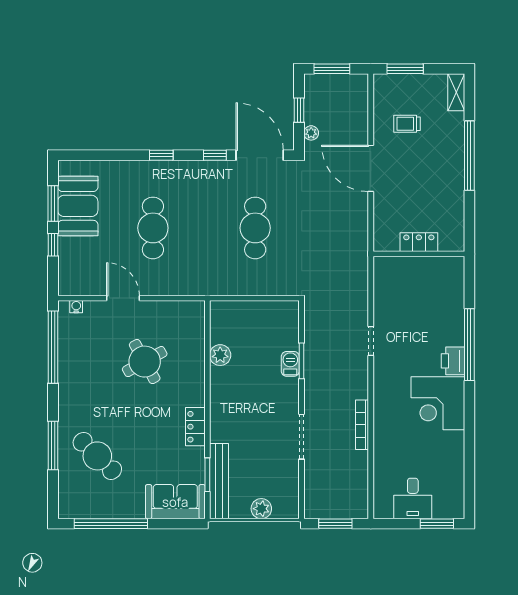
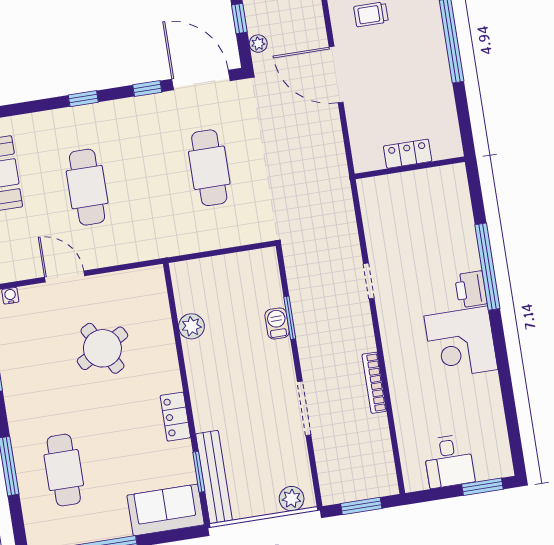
cafe table: (97, 456) -> (64, 470), turned 46
plant: (261, 509) -> (292, 499), moved

